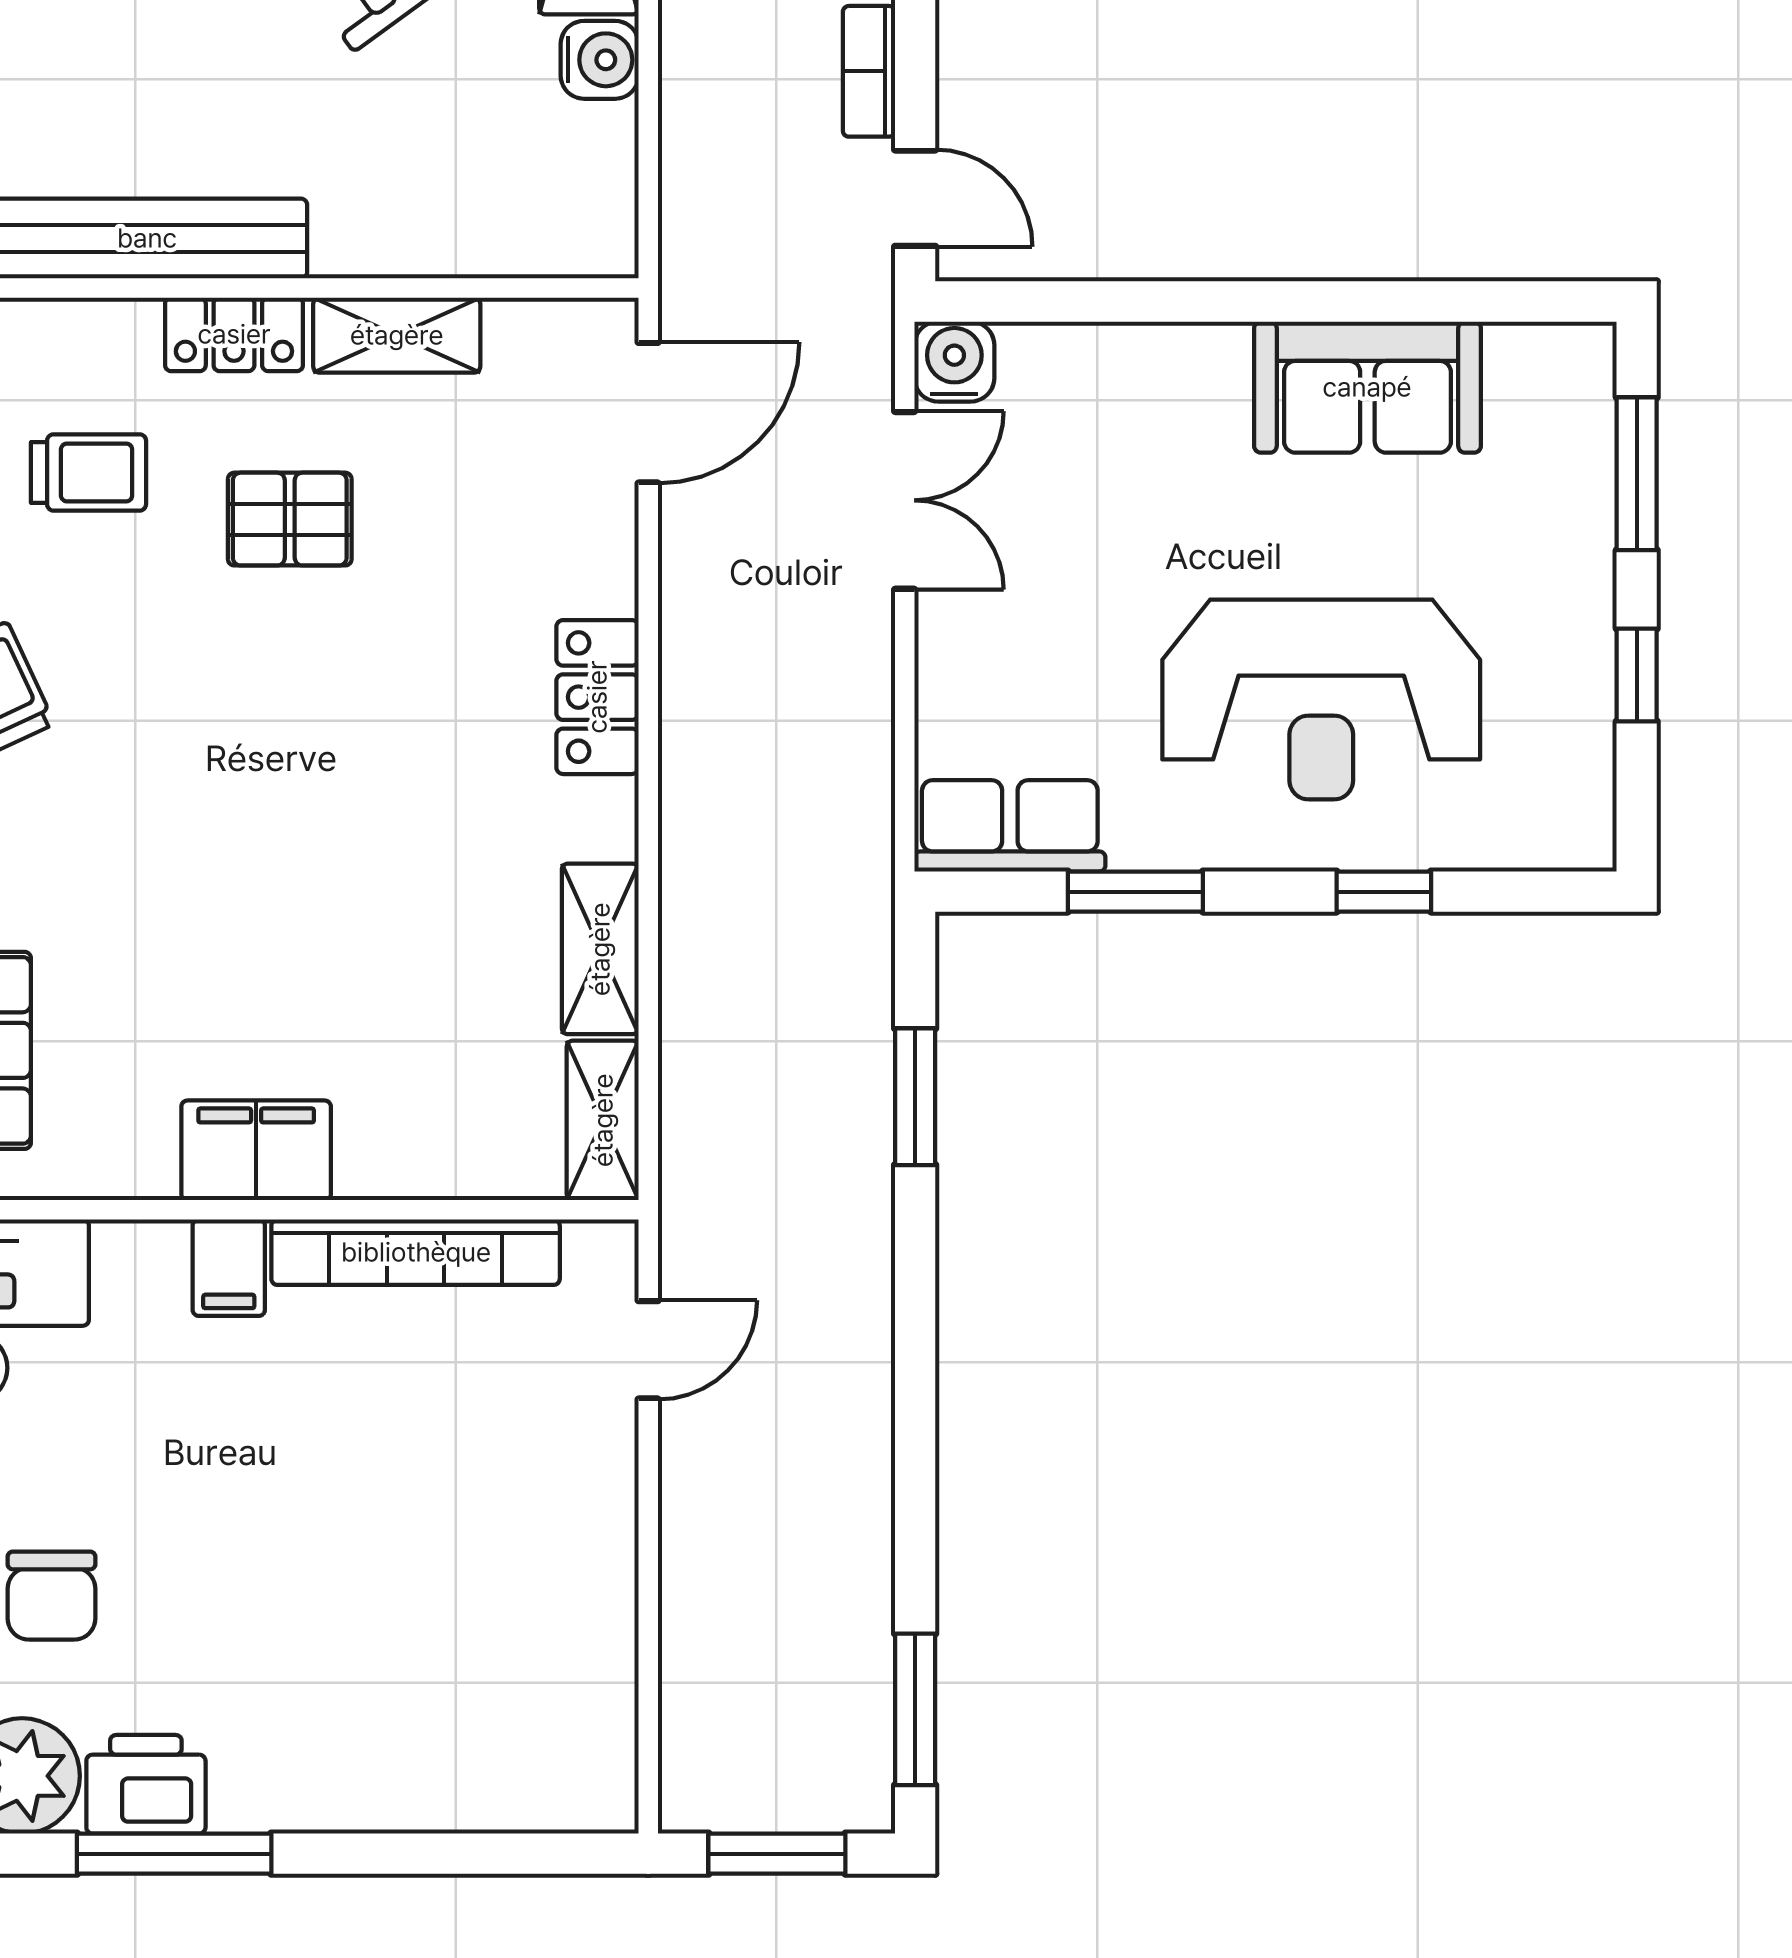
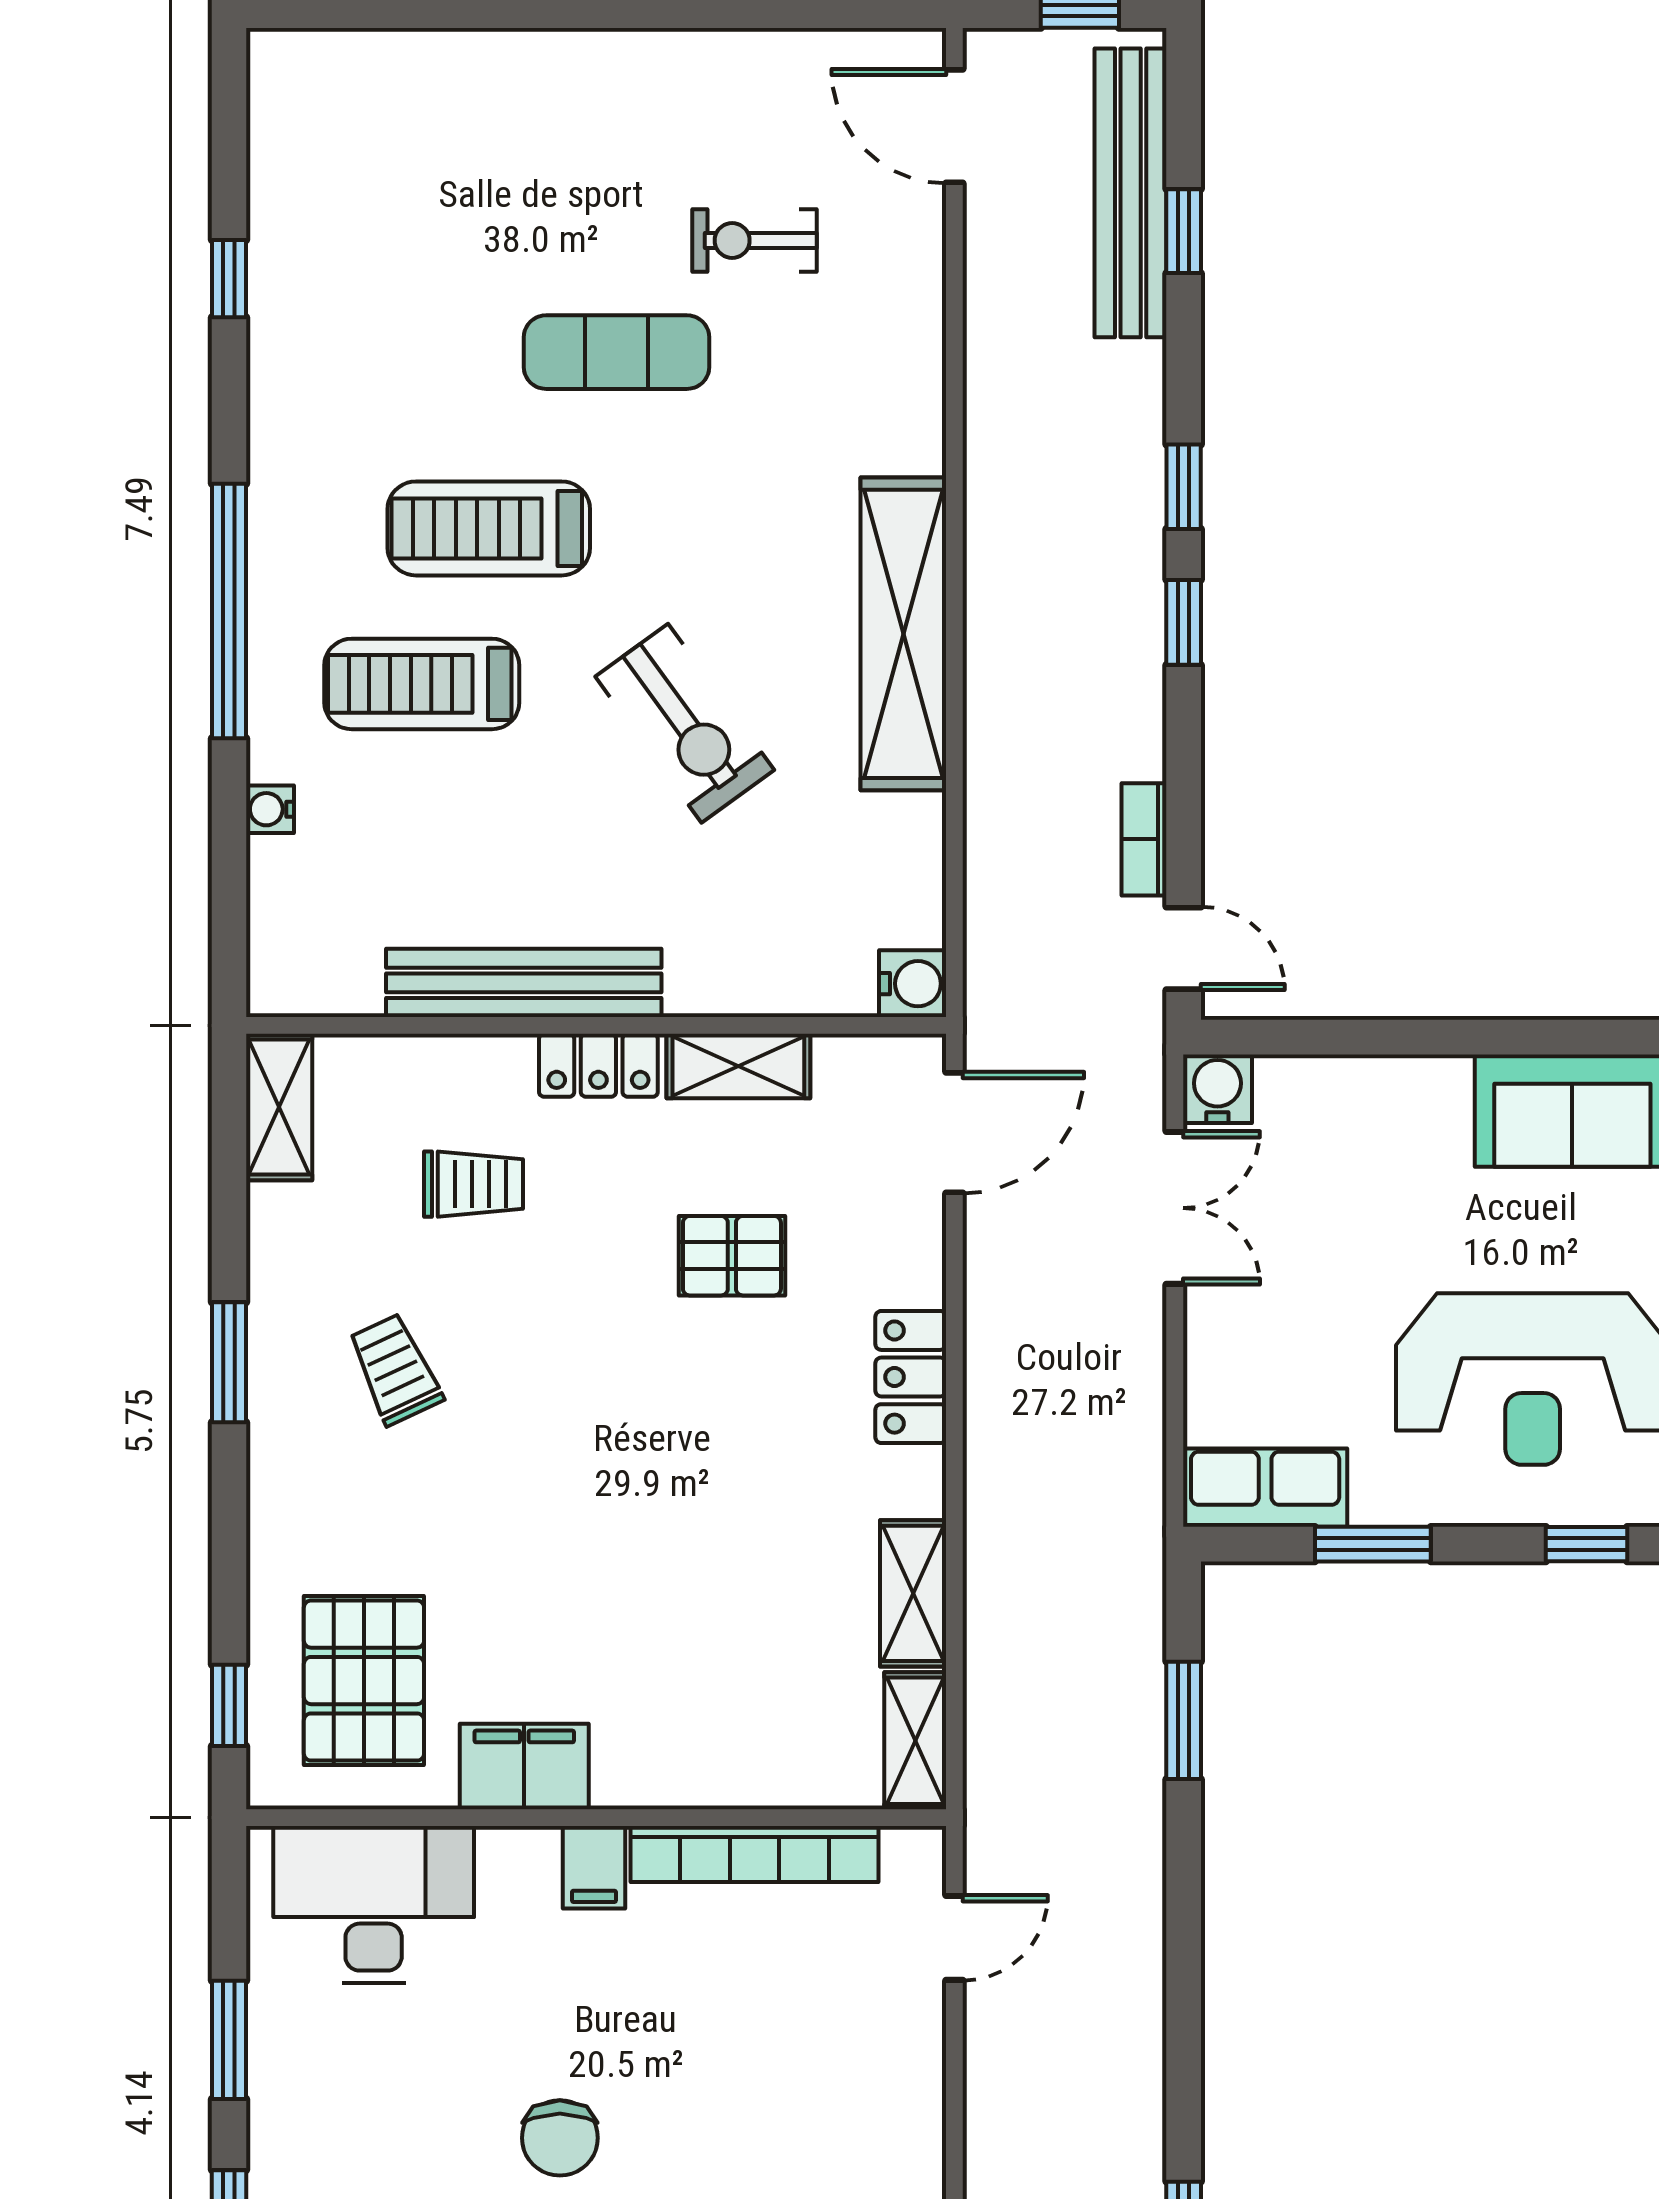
water cooler: (600, 60) -> (913, 984), moved
pallet: (290, 519) -> (732, 1256), moved
filing cabinet: (256, 1150) -> (524, 1766), moved
chair: (52, 1596) -> (560, 2138), moved

